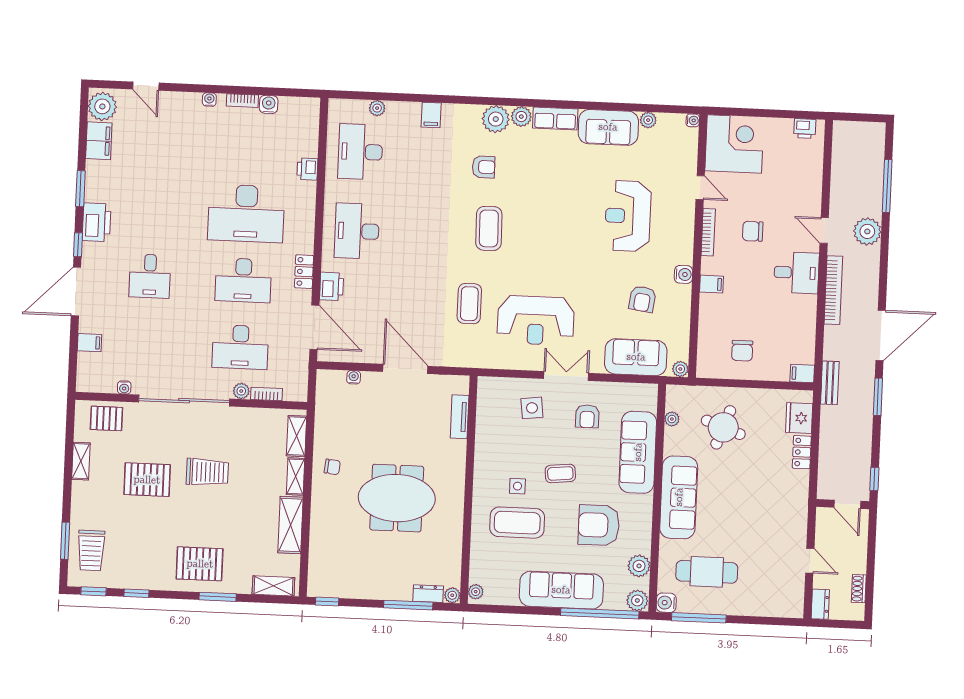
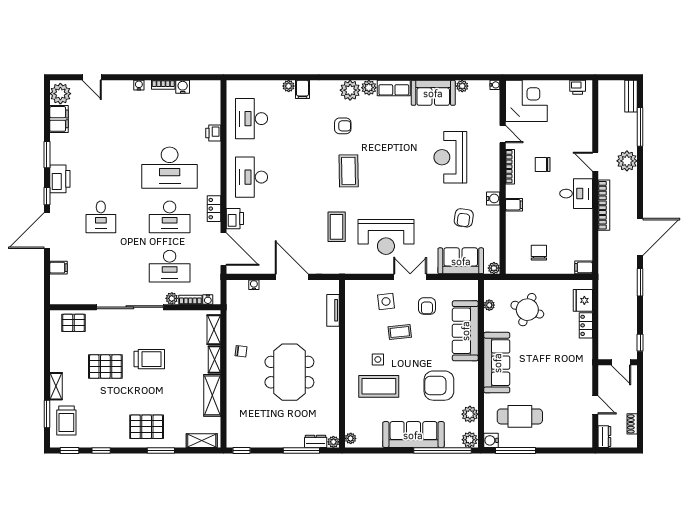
plant: (377, 108) -> (289, 86), moved
chair: (742, 351) -> (539, 253), turned 180
bench: (830, 383) -> (631, 96), moved
water cooler: (124, 387) -> (208, 300), moved
shelving: (81, 461) -> (56, 386), moved
coffee table: (560, 473) -> (400, 332), moved
meeting table: (397, 498) -> (289, 372), turned 90

